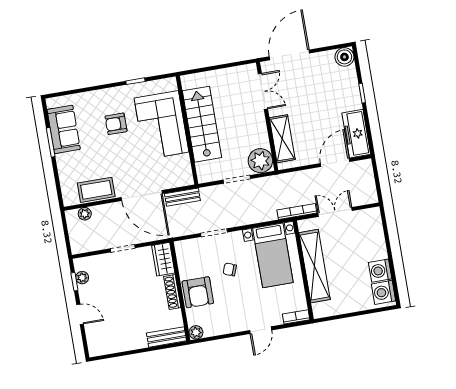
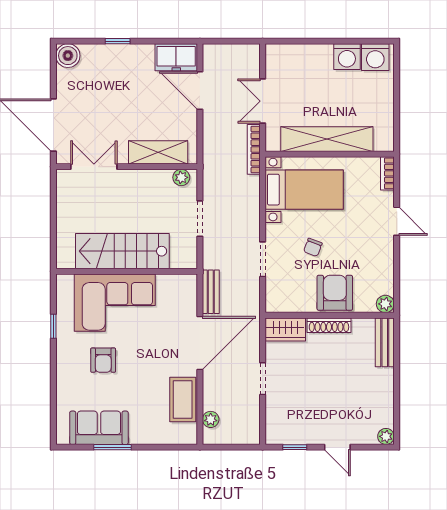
freezer: (356, 134) -> (176, 57), width x0.71
plant: (260, 161) -> (181, 177), width x0.53, depth x0.53
plant: (82, 278) -> (386, 436), moved
armchair: (198, 292) -> (335, 293), turned -90
door: (80, 314) -> (337, 447), swing flipped

